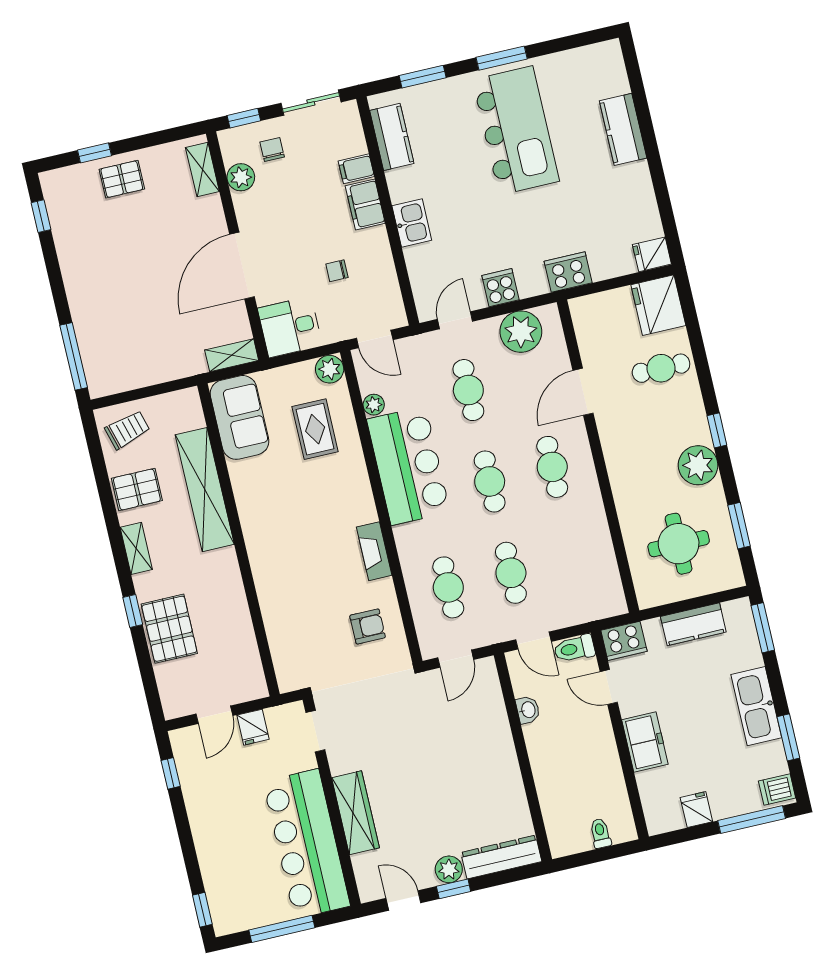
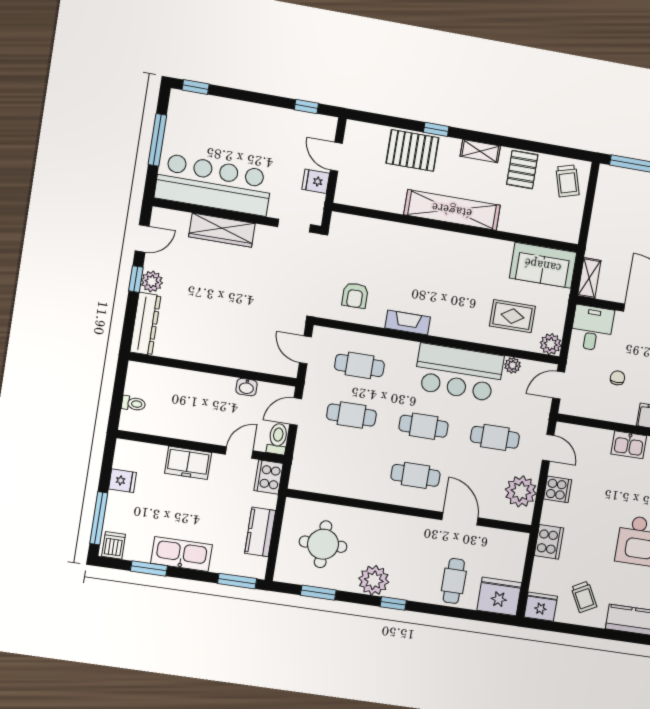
trolley: (618, 201) -> (584, 597), added
fridge: (652, 254) -> (541, 607), width x1.38
shelving: (205, 490) -> (452, 210), moved

